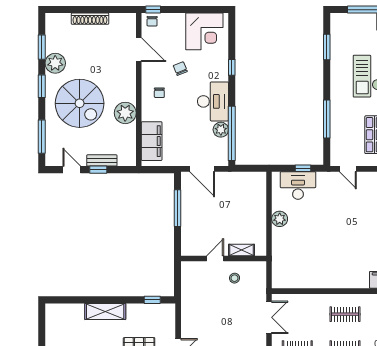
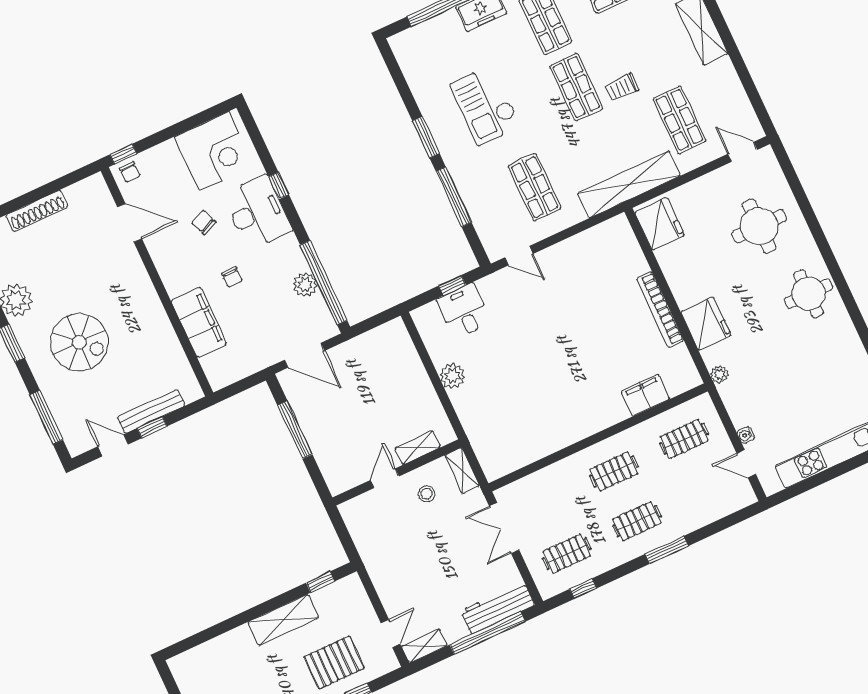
window: (327, 47) -> (426, 137), moved
chair: (159, 93) -> (232, 277), moved
desk: (213, 101) -> (257, 212), moved
spiral stairs: (80, 103) -> (79, 342), width x0.73, depth x0.73
plant: (125, 113) -> (153, 325), removed
filing cabinet: (152, 141) -> (199, 322), moved
bench: (102, 160) -> (151, 411), width x1.36
desk: (298, 186) -> (464, 311), width x0.73
shelving: (260, 274) -> (462, 471), added
shelving: (105, 311) -> (283, 620), moved
double door: (269, 317) -> (504, 528), swing flipped

